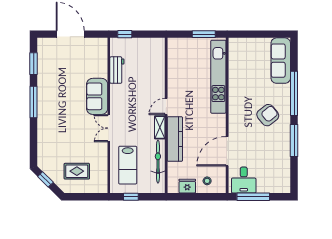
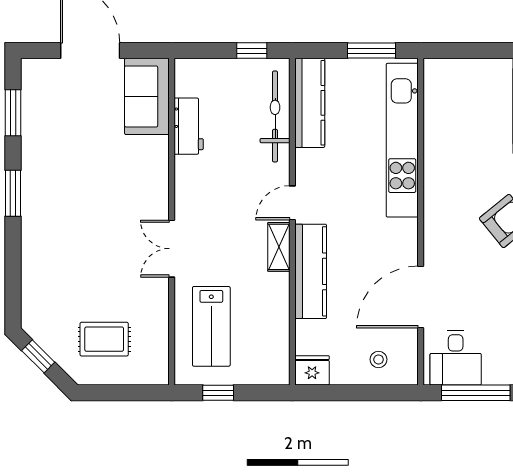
window: (125, 34) -> (252, 51), moved
kitchen counter: (174, 59) -> (310, 103), added
sofa: (97, 96) -> (147, 96), moved
window: (34, 102) -> (13, 193), width x0.69
bicycle: (158, 162) -> (275, 116), moved
fridge: (187, 186) -> (312, 370), moved

